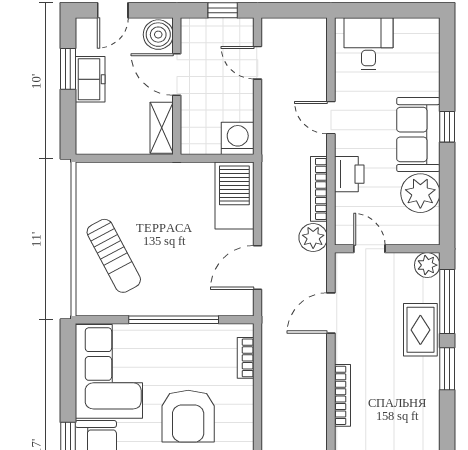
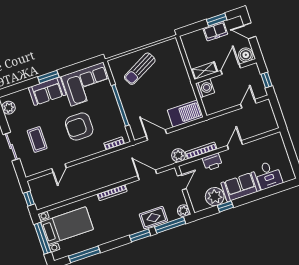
desk: (368, 44) -> (268, 175), moved, turned 90
window: (447, 127) -> (225, 206), moved
washing machine: (238, 138) -> (205, 88), moved

